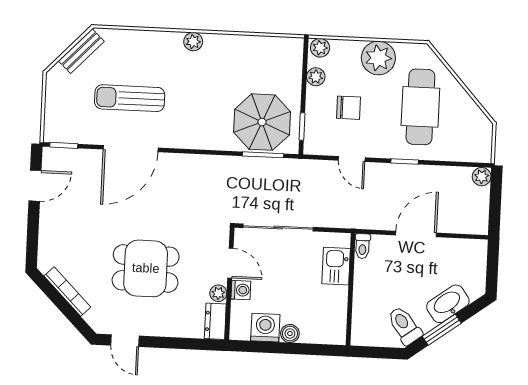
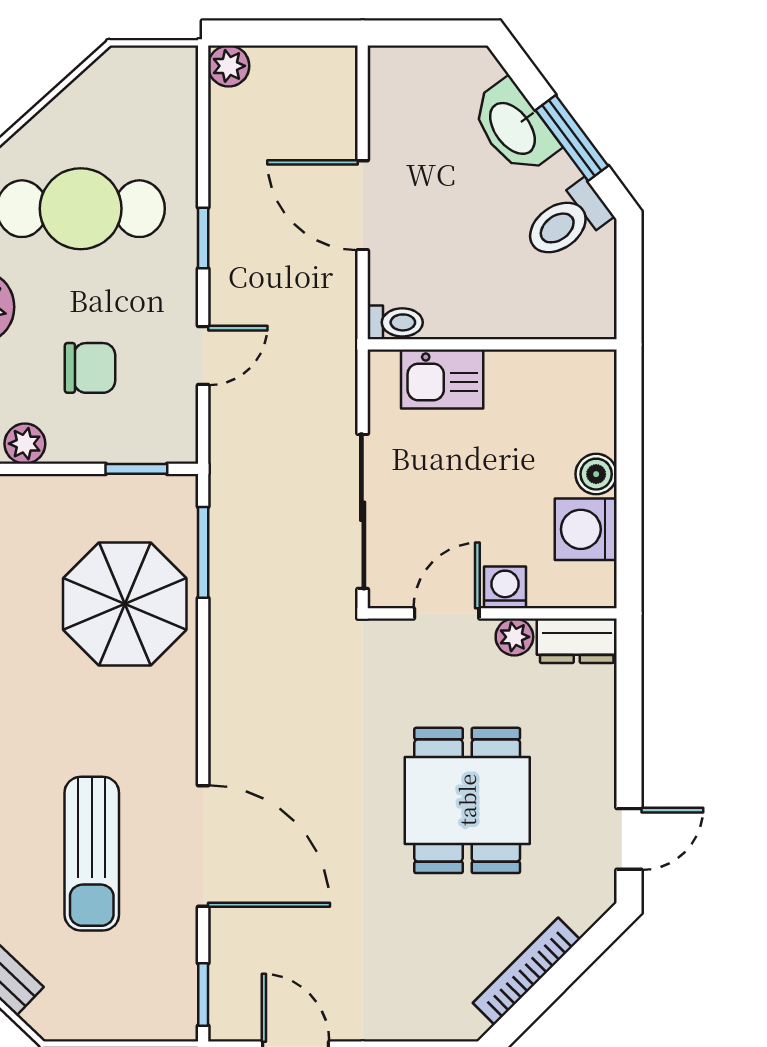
chair: (349, 108) -> (90, 368), turned 90
parasol: (262, 122) -> (125, 604), moved

